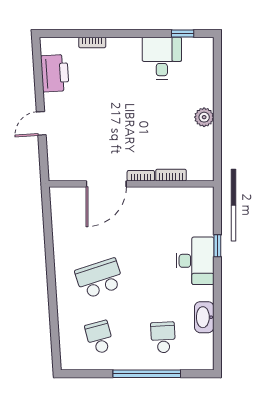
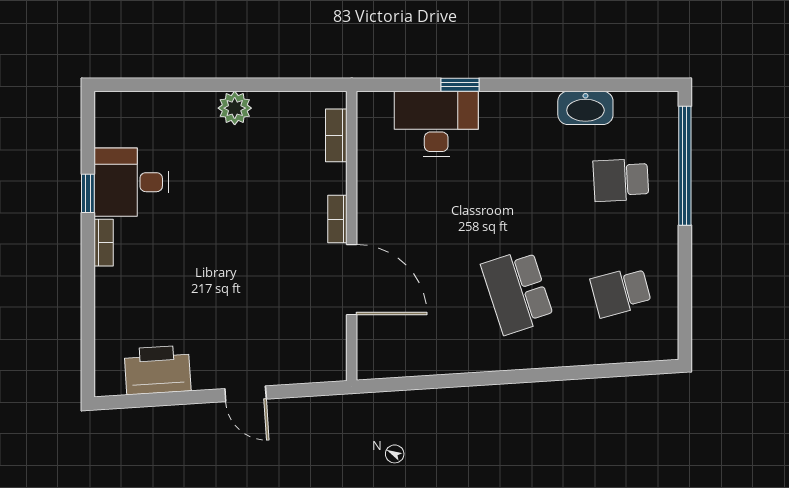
window: (183, 34) -> (88, 193), moved
bookcase: (92, 42) -> (104, 243), moved
bookcase: (171, 175) -> (336, 135), moved
desk: (195, 261) -> (436, 124), moved
window: (147, 374) -> (685, 166), moved

